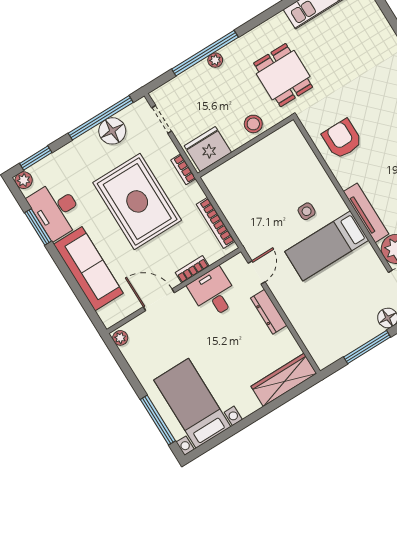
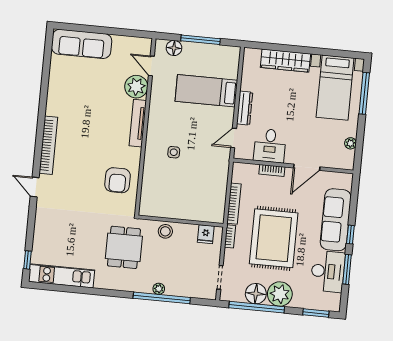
fridge: (208, 149) -> (206, 234), width x0.53, depth x0.75
plant: (24, 180) -> (280, 294), moved, width x1.88, depth x1.88
bookcase: (216, 223) -> (234, 204), moved
bed: (327, 246) -> (206, 91), moved, turned 180
window: (62, 265) -> (350, 235), added
door: (159, 300) -> (307, 167), hinge flipped
plant: (120, 338) -> (350, 143), moved
wardrobe: (284, 380) -> (285, 61), moved

